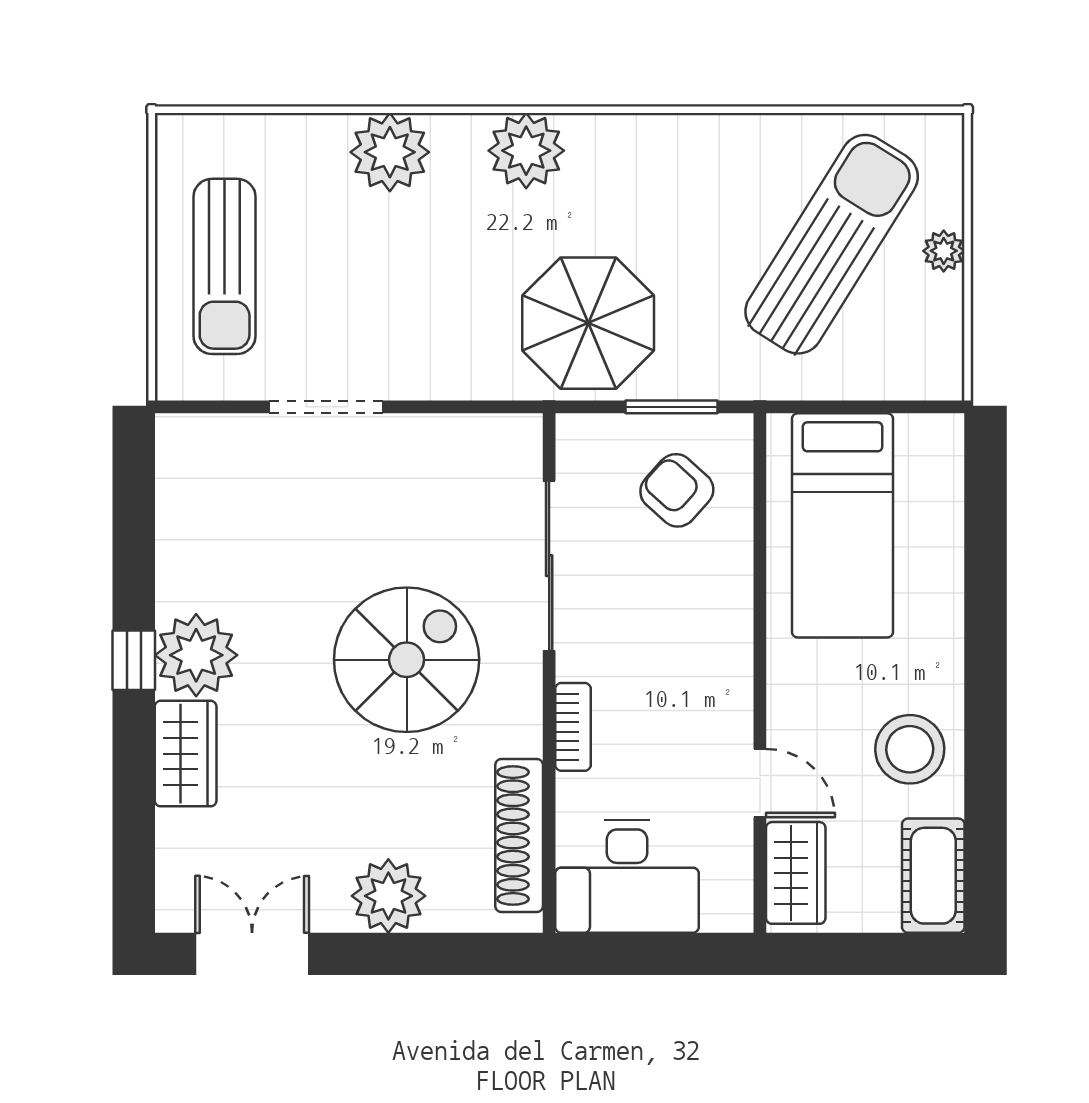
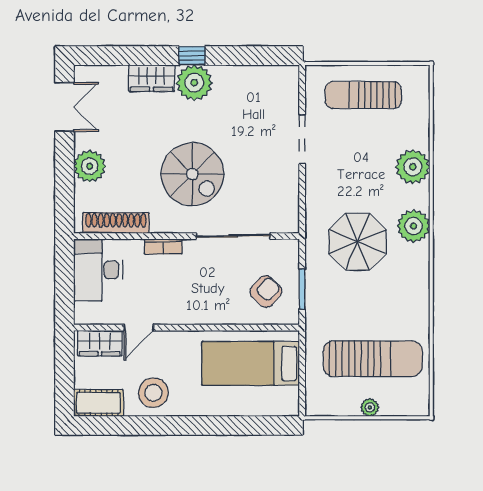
sun lounger: (832, 244) -> (373, 359), turned -32
parasol: (588, 323) -> (357, 242), moved

